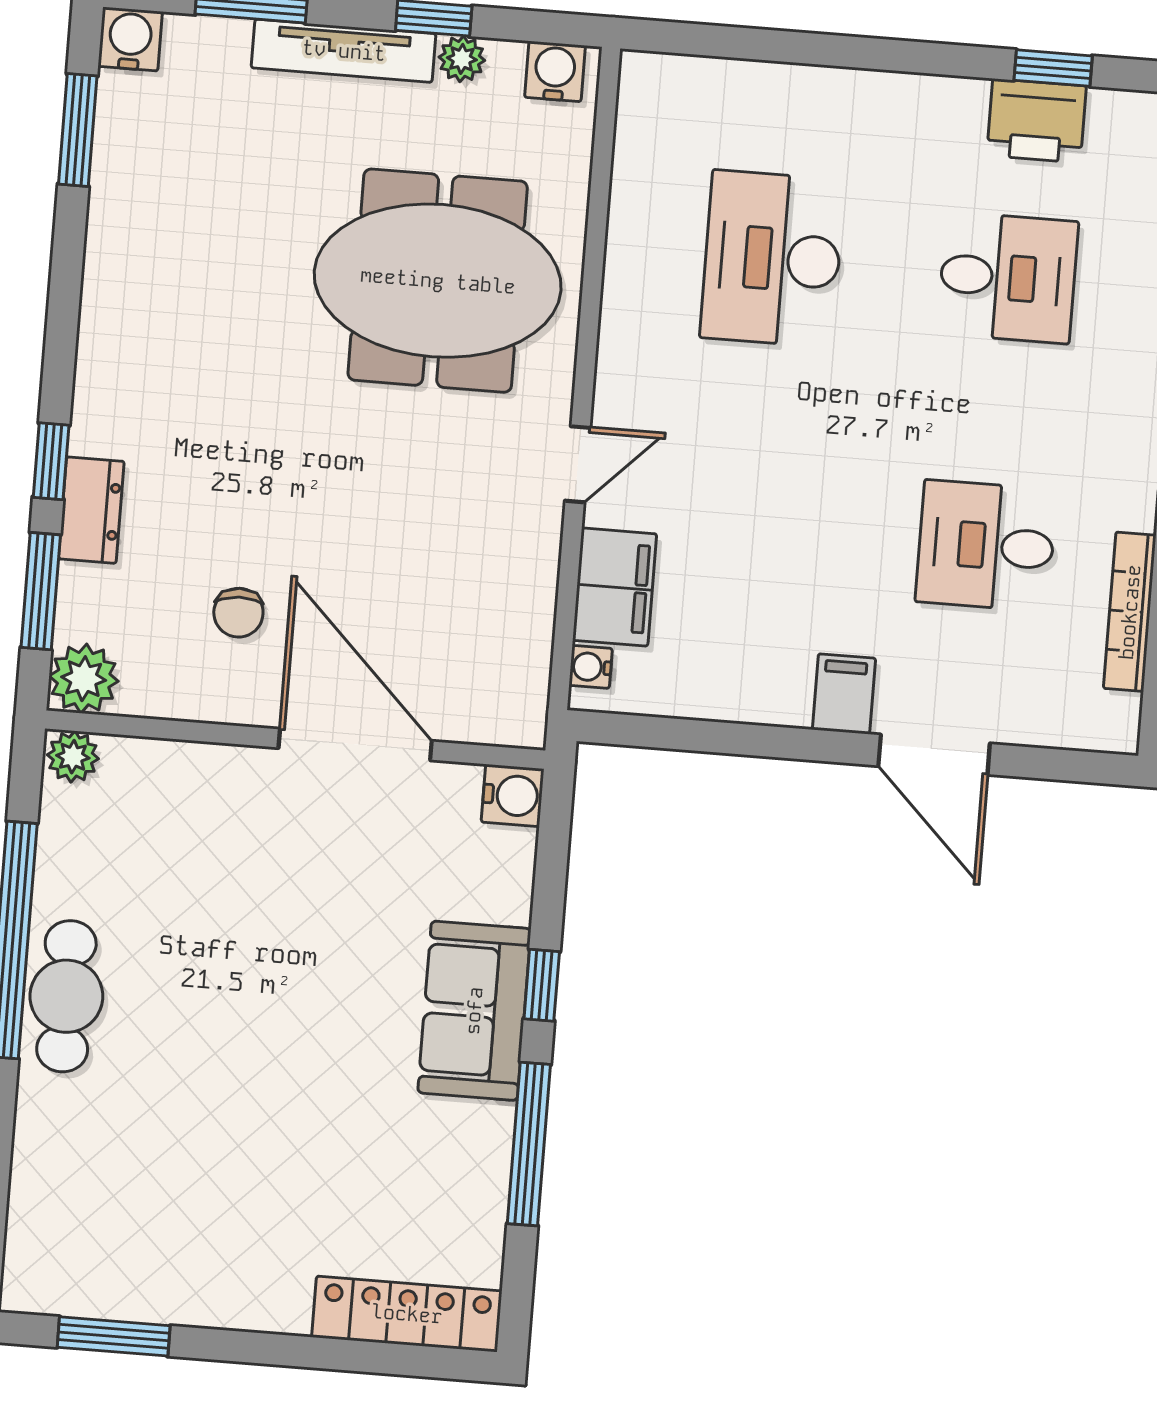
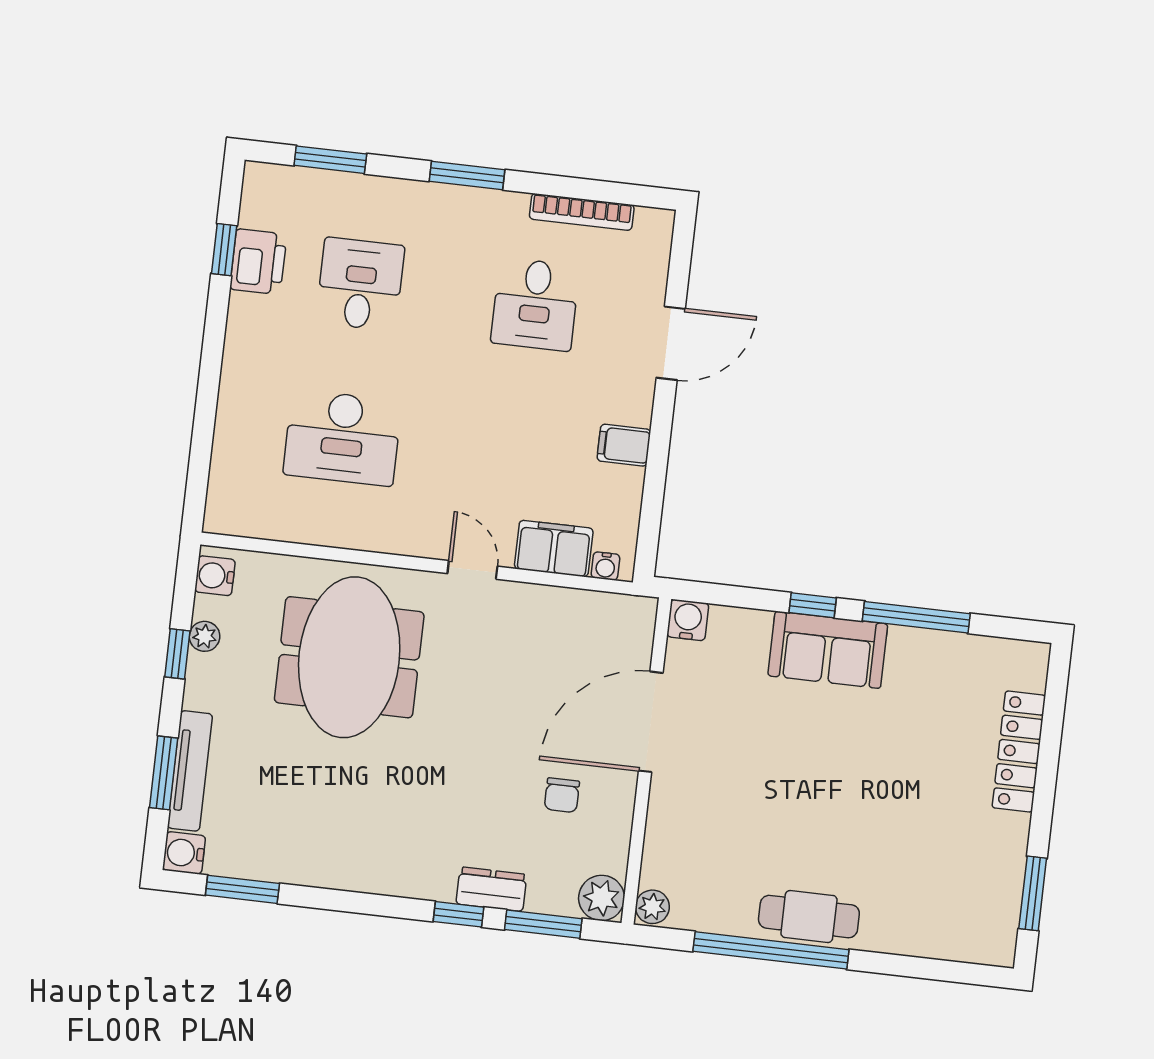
tv unit: (344, 51) -> (190, 771), moved
chair: (238, 613) -> (562, 795), turned 92
filing cabinet: (844, 694) -> (624, 445), moved
locker: (407, 1314) -> (1019, 752), moved

